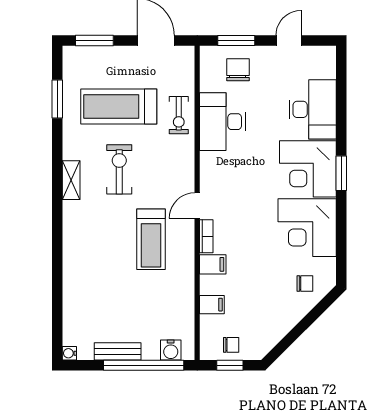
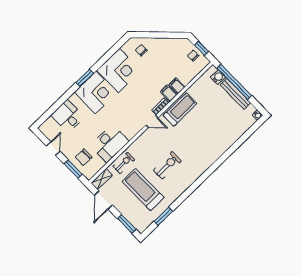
door: (289, 41) -> (53, 149), swing flipped
treadmill: (119, 106) -> (143, 190), turned 180
desk: (313, 109) -> (68, 116), width x0.73
exercise bike: (119, 169) -> (167, 166), turned 180
shelving: (71, 180) -> (102, 179), moved
treadmill: (151, 239) -> (180, 109), moved
filing cabinet: (212, 305) -> (177, 86), moved
bench: (118, 351) -> (235, 94), width x1.36

